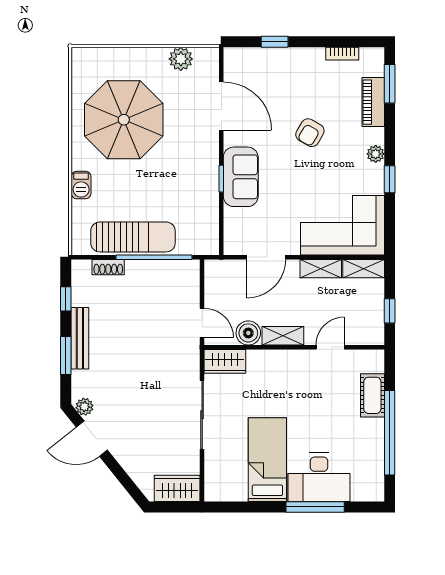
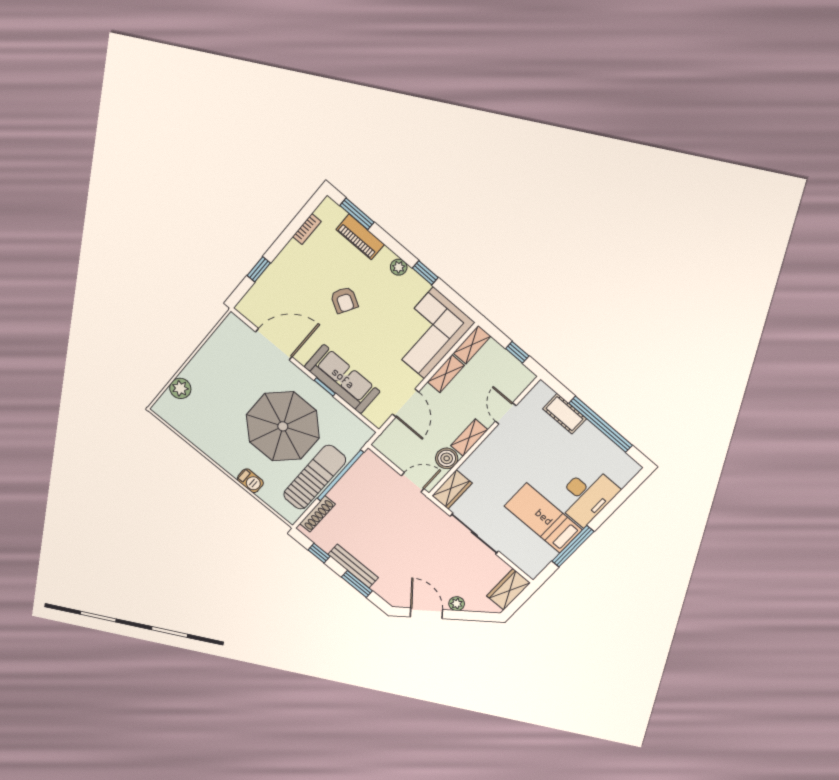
plant: (181, 59) -> (180, 388), moved
parasol: (124, 120) -> (283, 426), moved
sofa: (241, 177) -> (342, 379), width x1.36
shoe rack: (108, 267) -> (317, 514), width x1.43
plant: (84, 407) -> (457, 604), moved
door: (92, 439) -> (426, 613), swing flipped
window: (315, 507) -> (573, 546), moved

